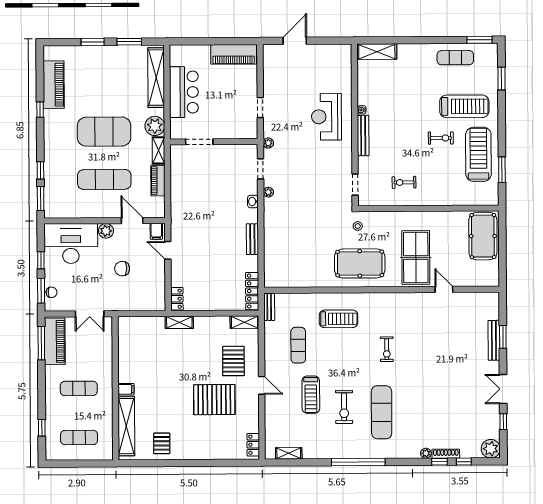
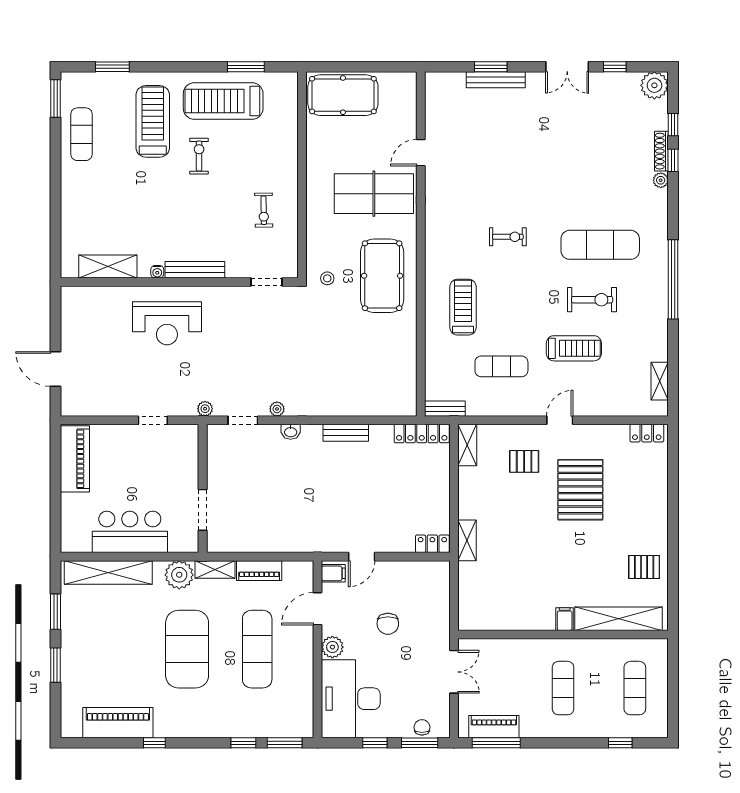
shelving: (377, 52) -> (108, 266), moved, turned 90
piano: (55, 341) -> (494, 727), width x0.73, depth x0.75
pallet: (233, 361) -> (524, 461), width x0.67, depth x0.71

